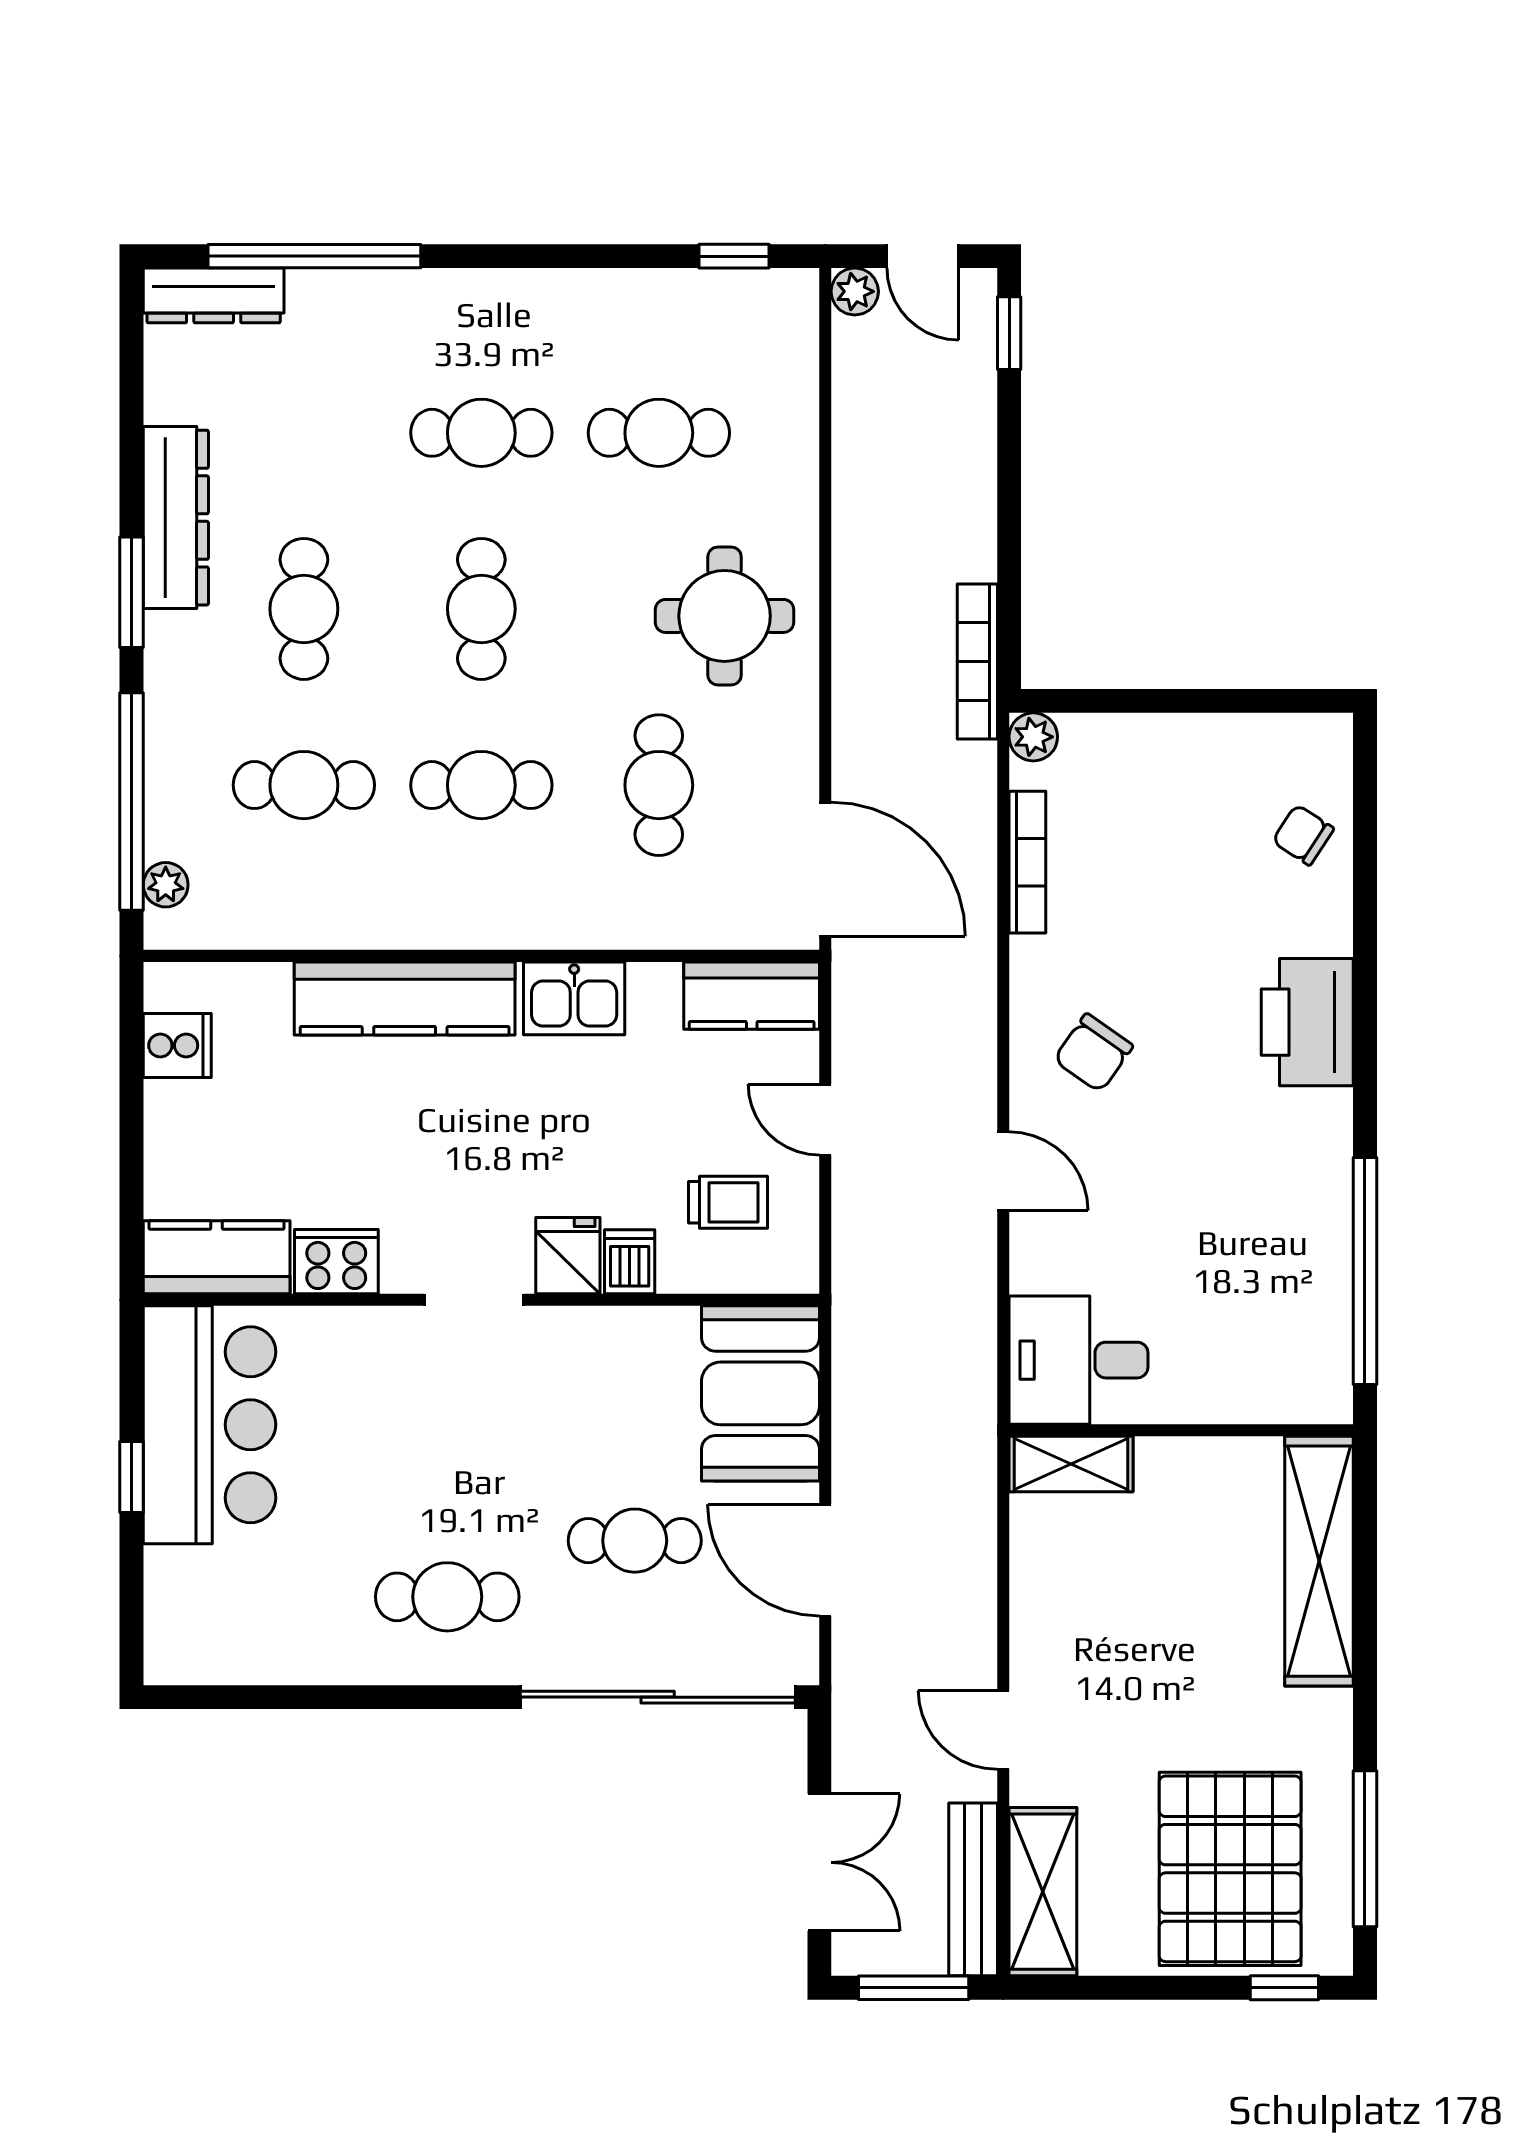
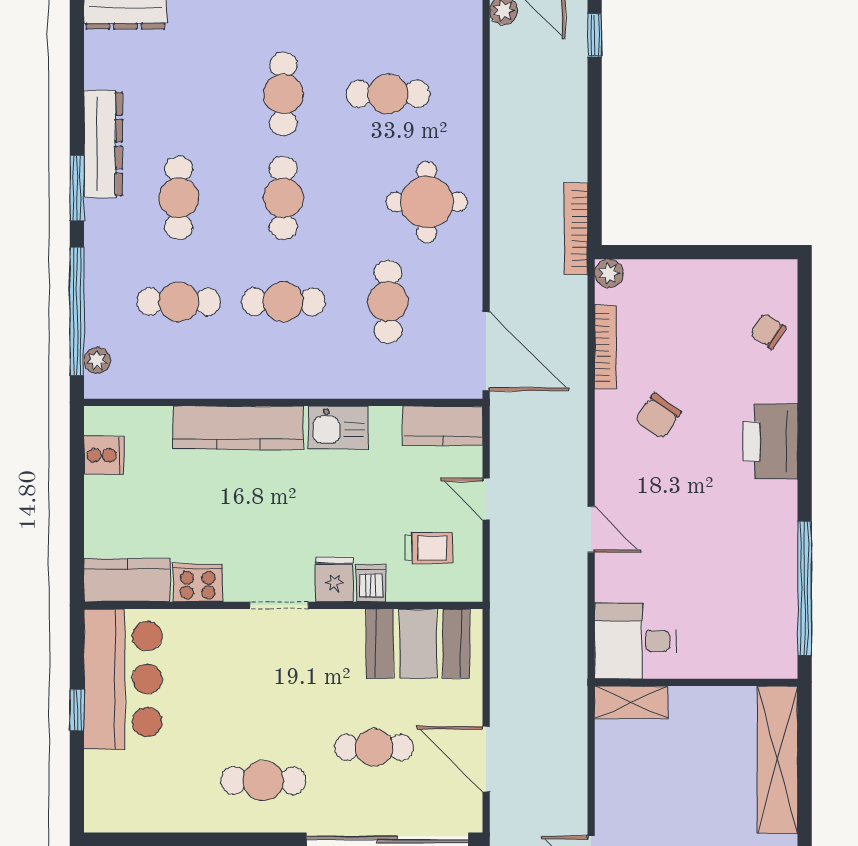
cafe table: (481, 433) -> (283, 94), turned 90
chair: (1093, 1053) -> (658, 416), moved
booth: (761, 1393) -> (418, 644), moved, turned 90

